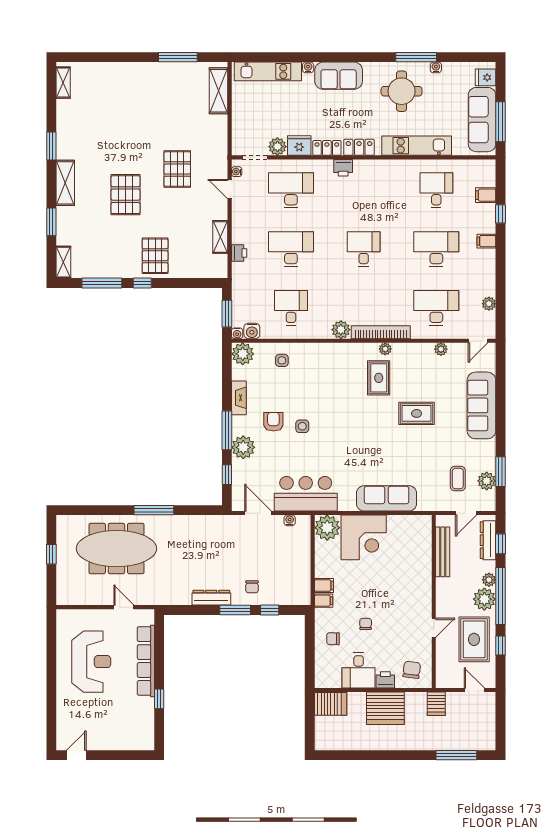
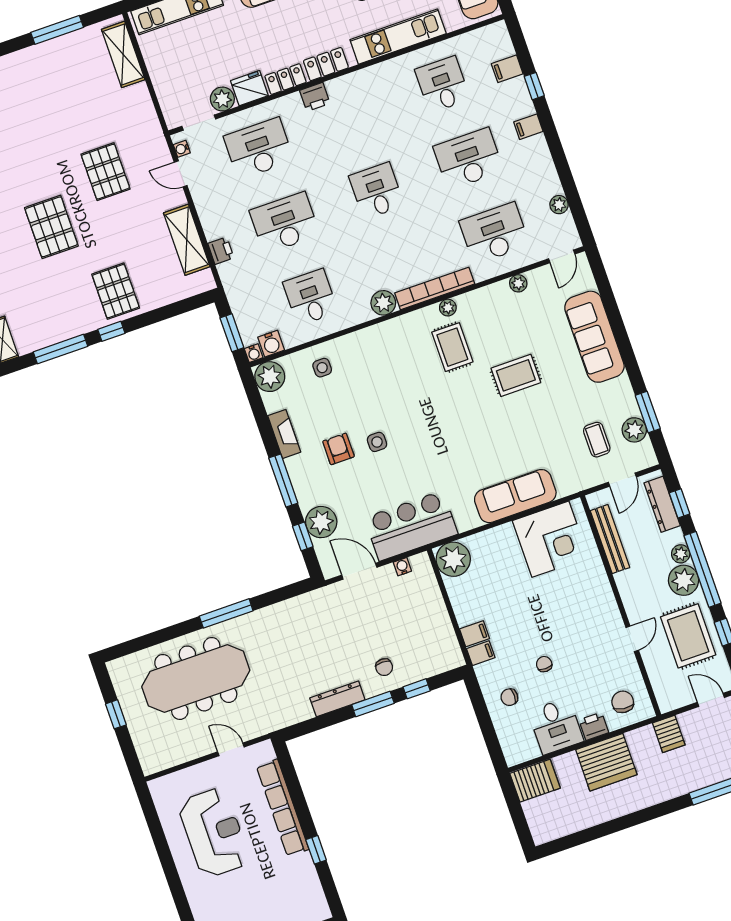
shelving: (220, 237) -> (187, 240), width x1.50, depth x1.33
plant: (243, 447) -> (321, 522), moved
corner desk: (364, 537) -> (550, 539), moved

